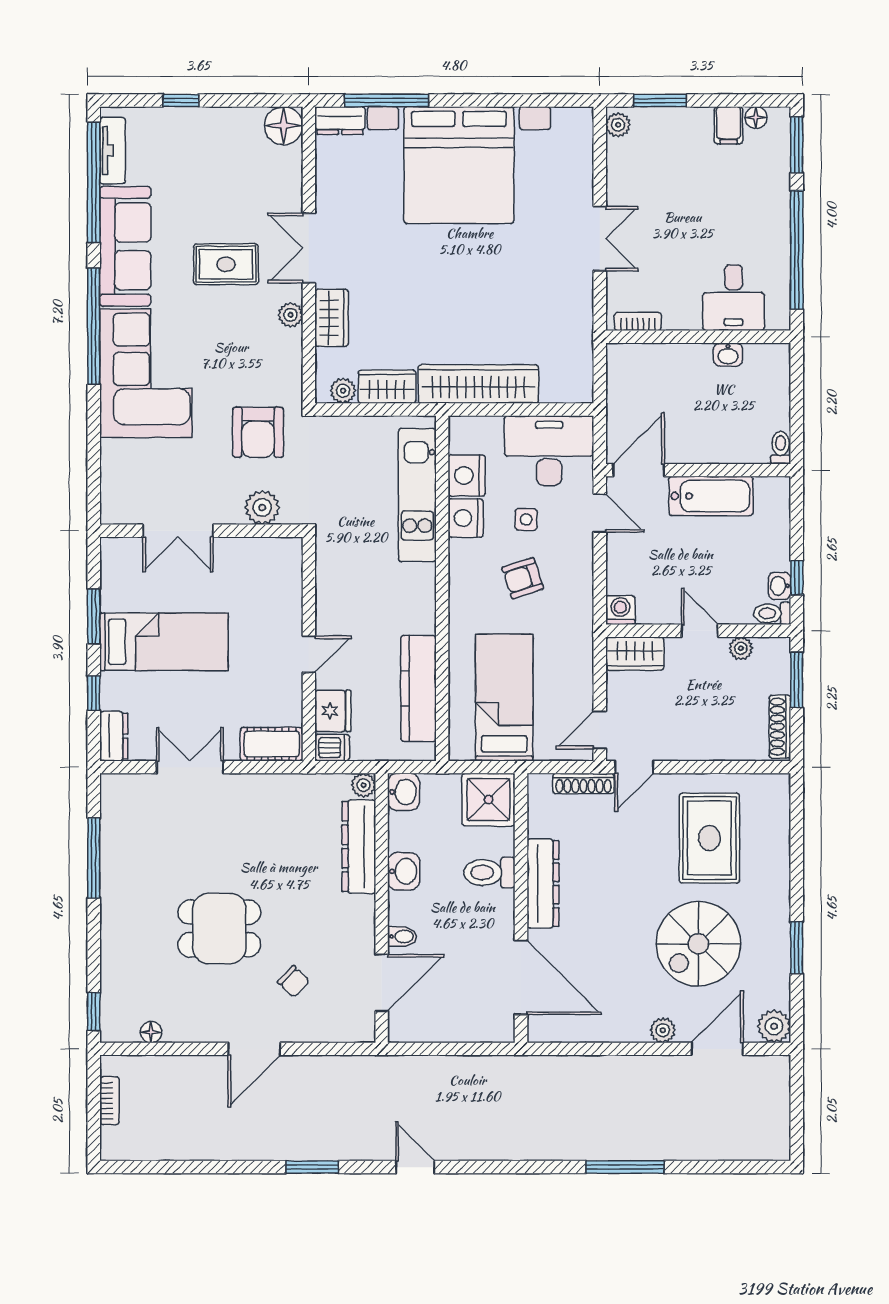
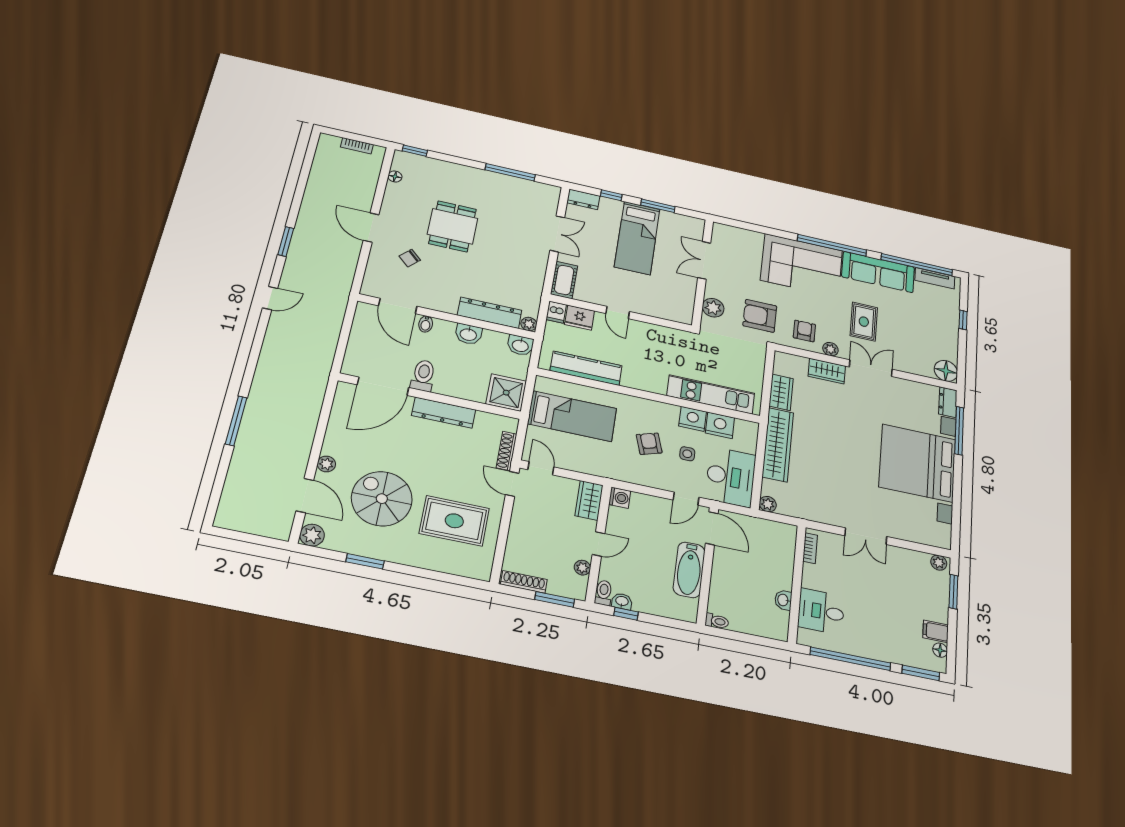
armchair: (268, 359) -> (804, 331), added
plant: (343, 391) -> (768, 504), moved
toilet: (489, 872) -> (423, 375), moved

